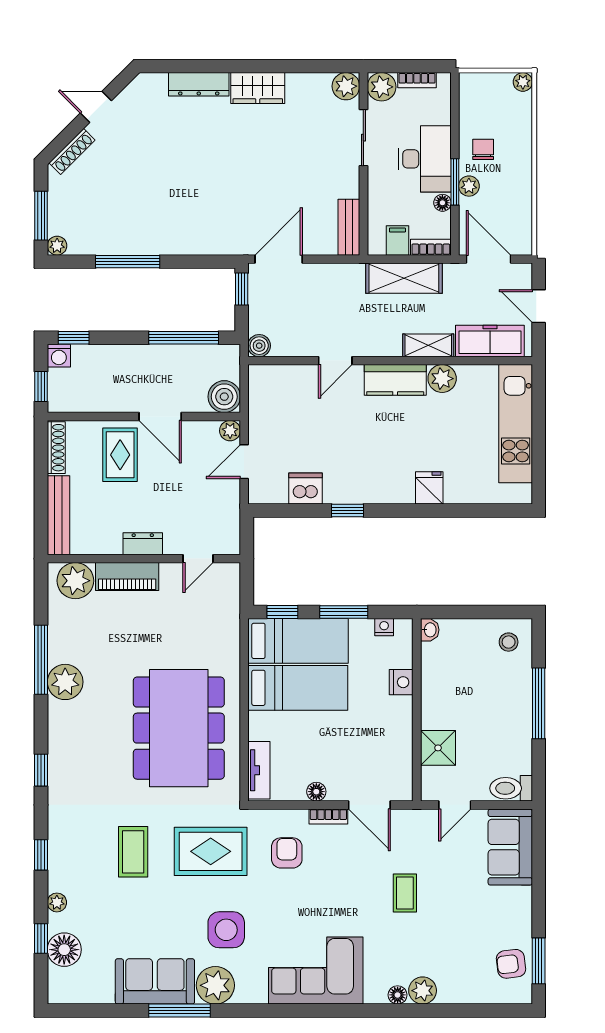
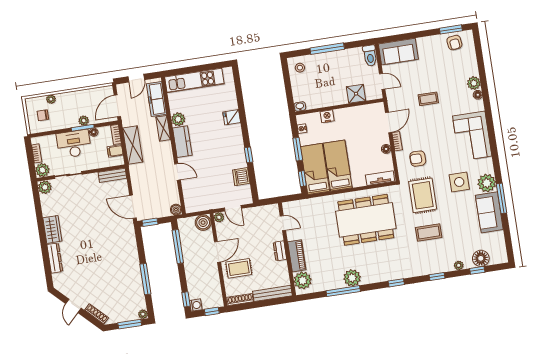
plant: (523, 82) -> (51, 99), moved
chair: (483, 149) -> (43, 115), moved

